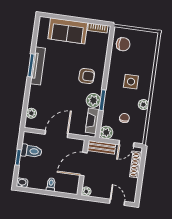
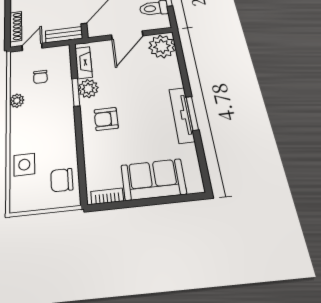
side table: (131, 82) -> (24, 165), moved
plant: (31, 113) -> (162, 46), width x1.88, depth x1.88
plant: (106, 132) -> (61, 53), removed

